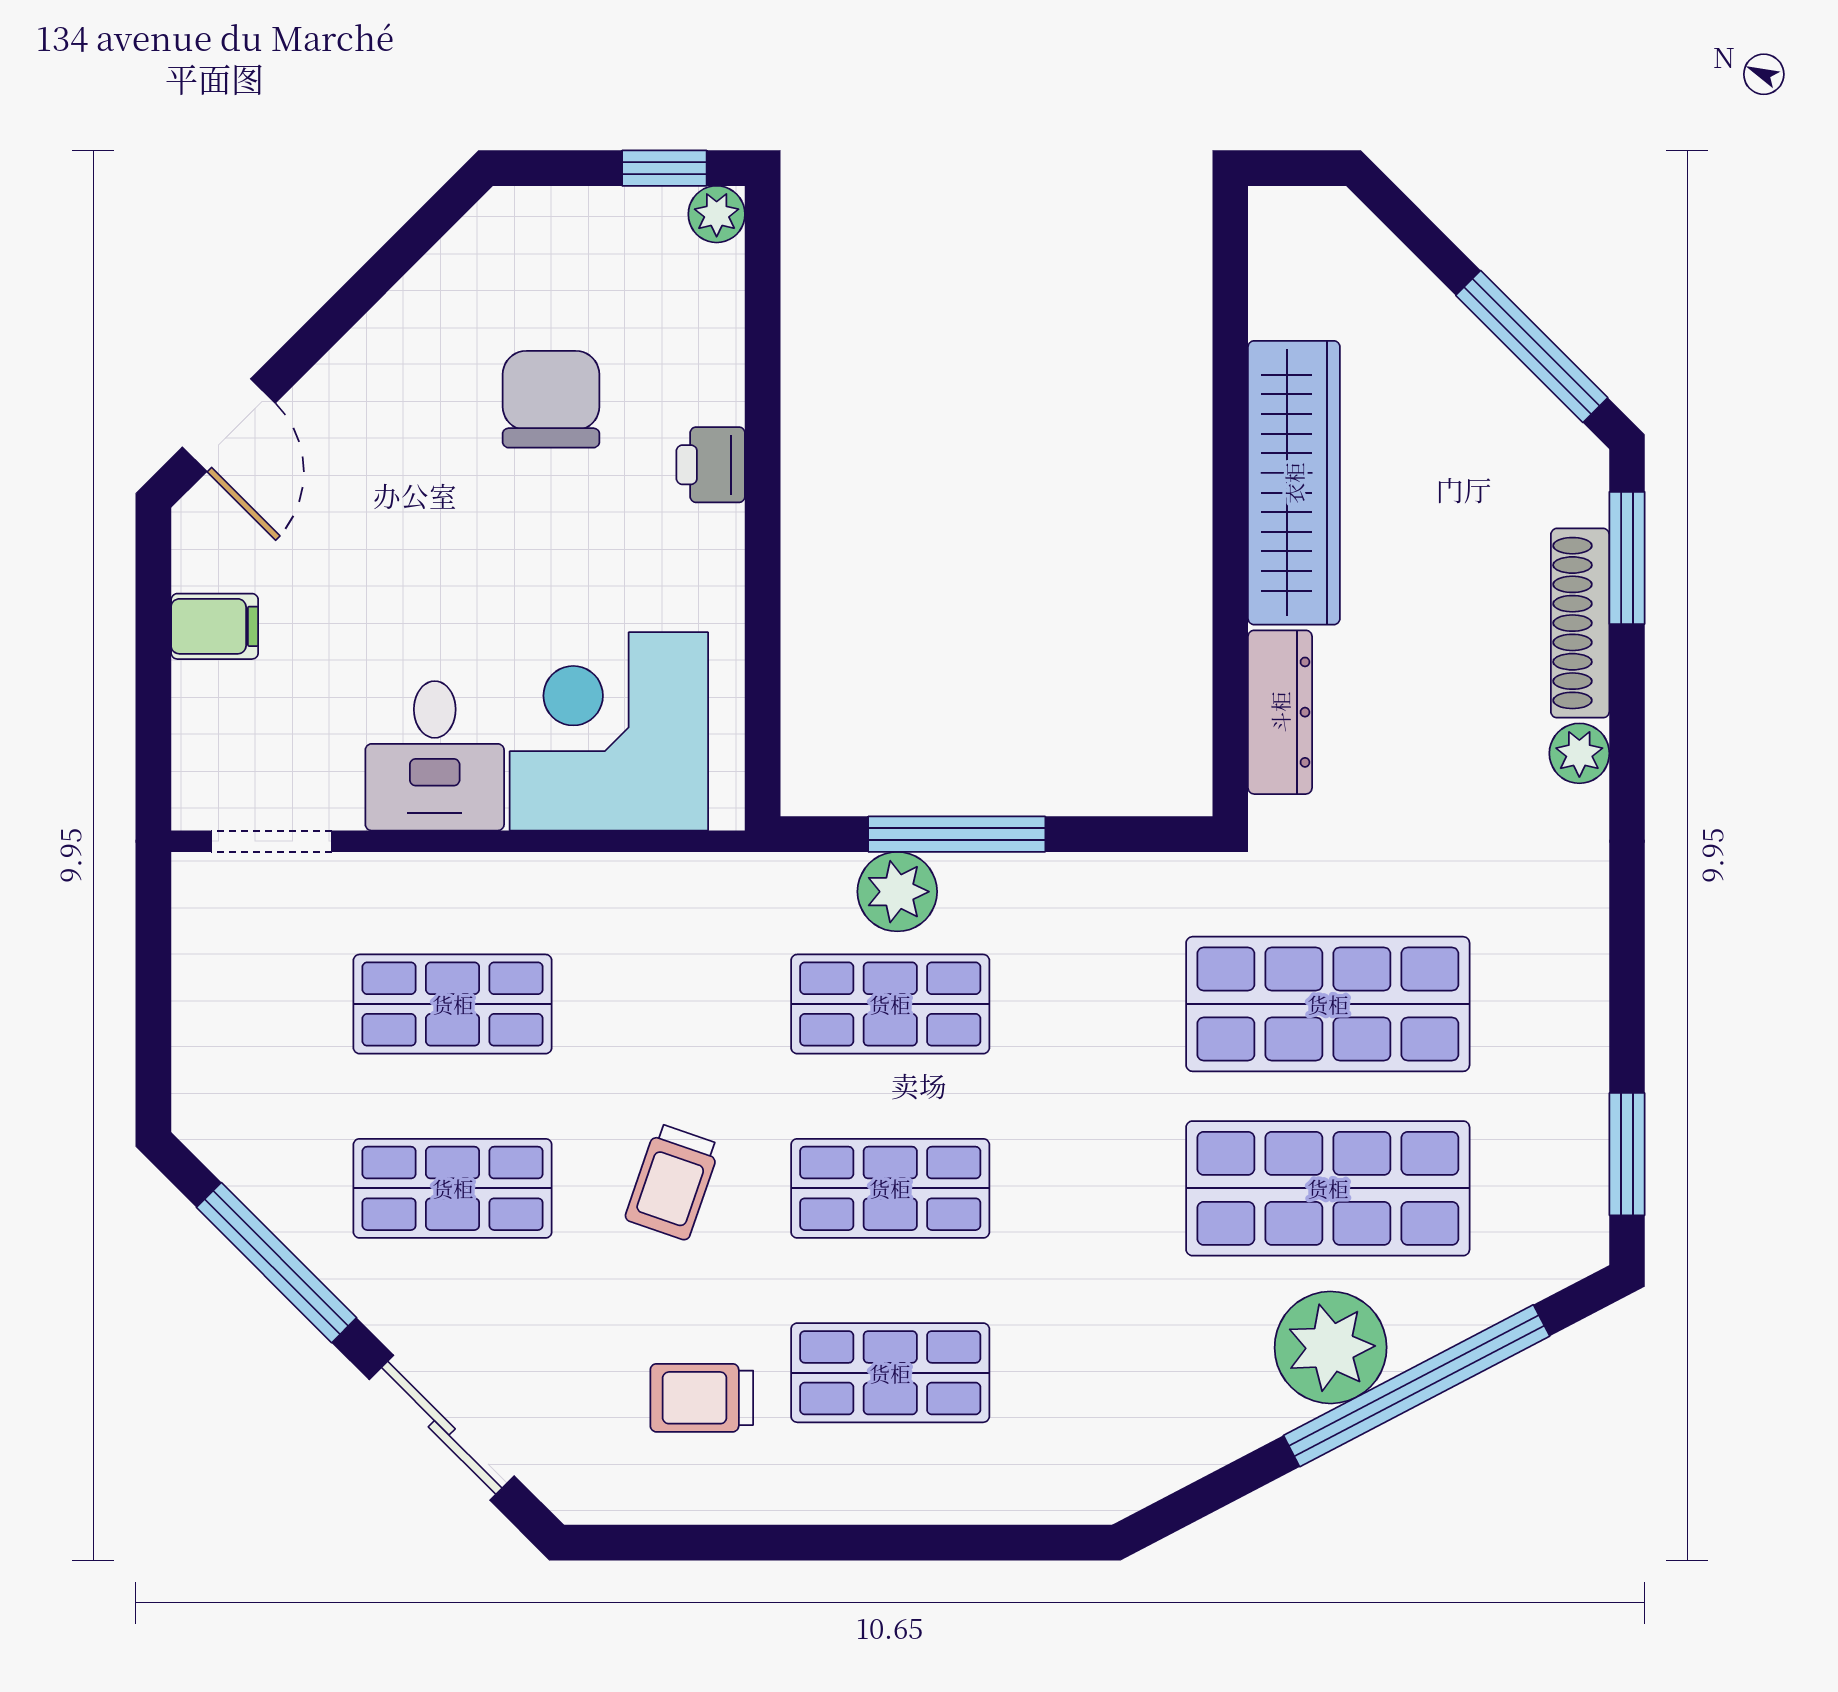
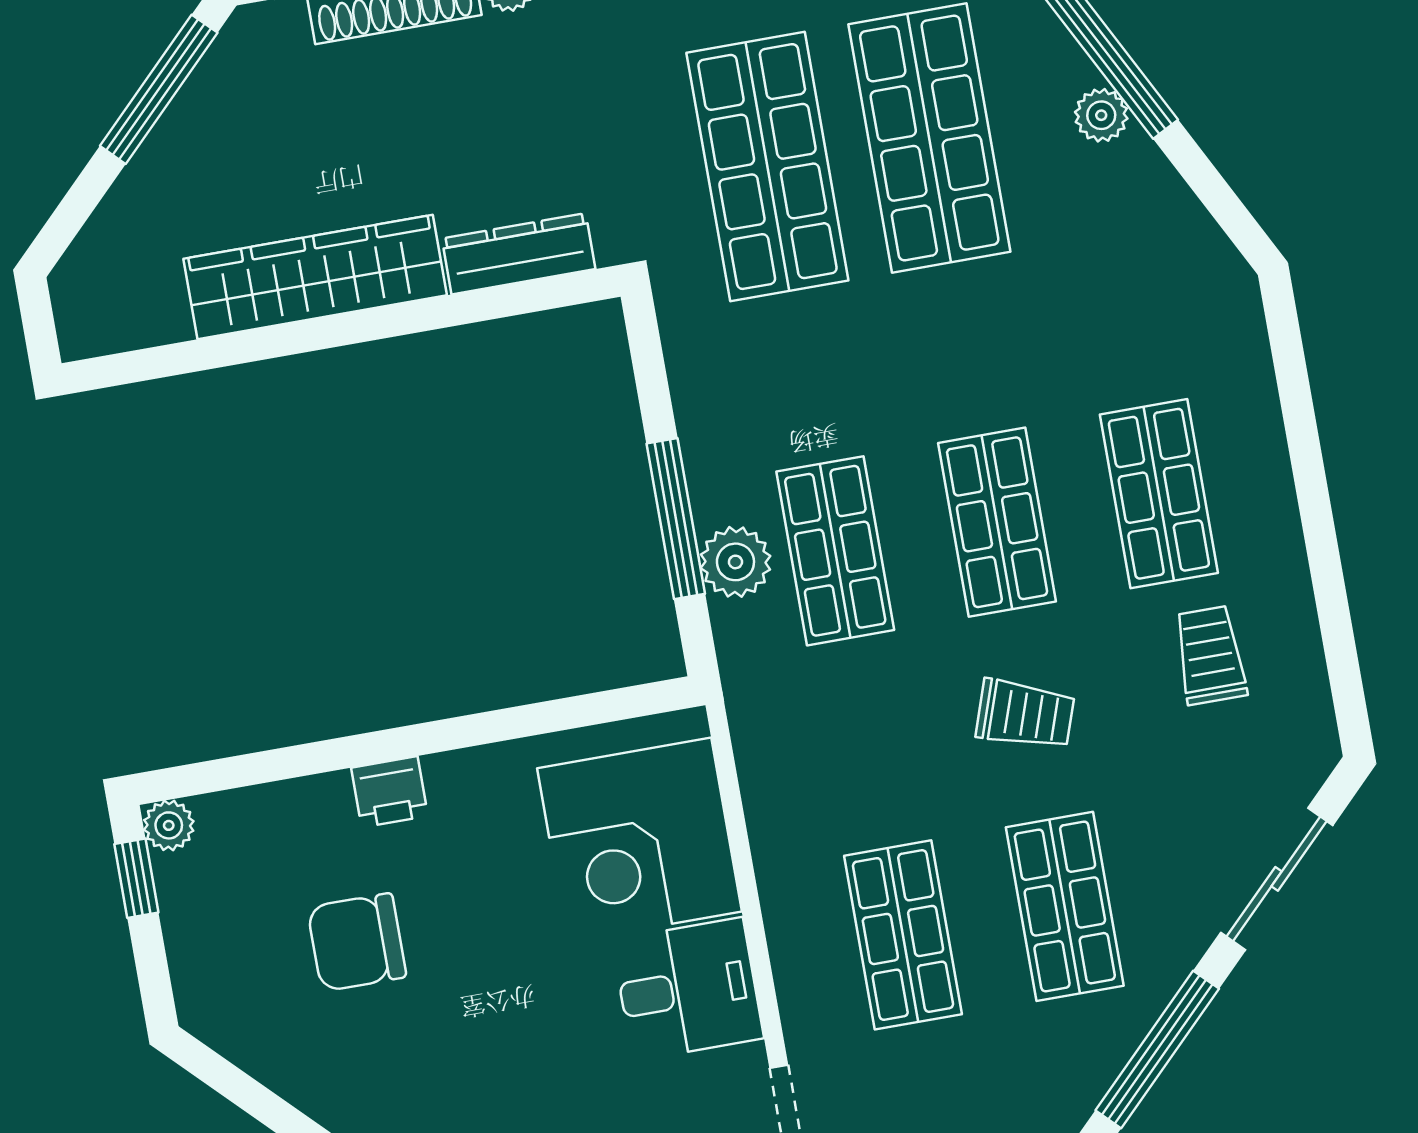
plant: (1331, 1347) -> (1101, 115), width x0.53, depth x0.53
trolley: (702, 1398) -> (1210, 655), turned 180

